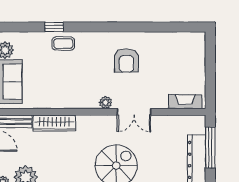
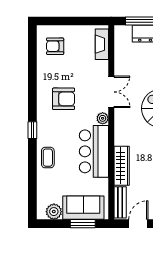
window: (54, 27) -> (32, 130), moved
armchair: (183, 51) -> (55, 46), added
bar counter: (70, 93) -> (94, 151), added

